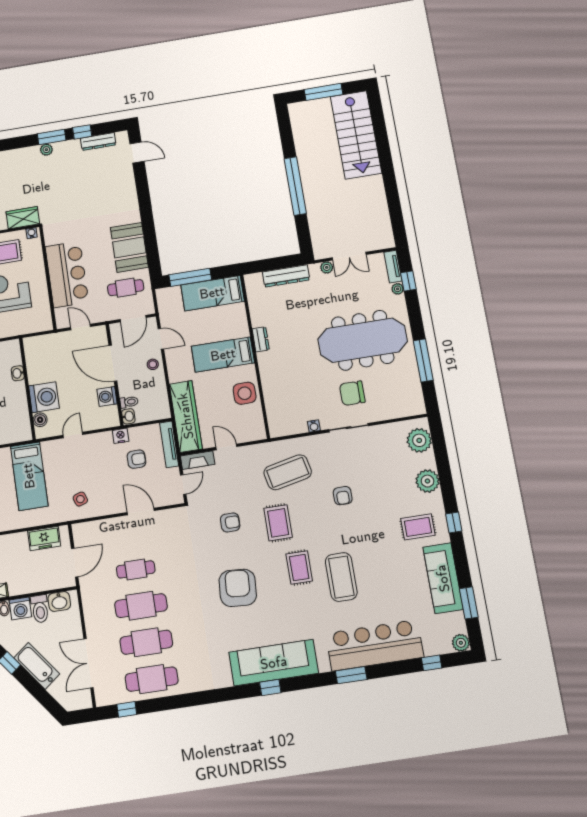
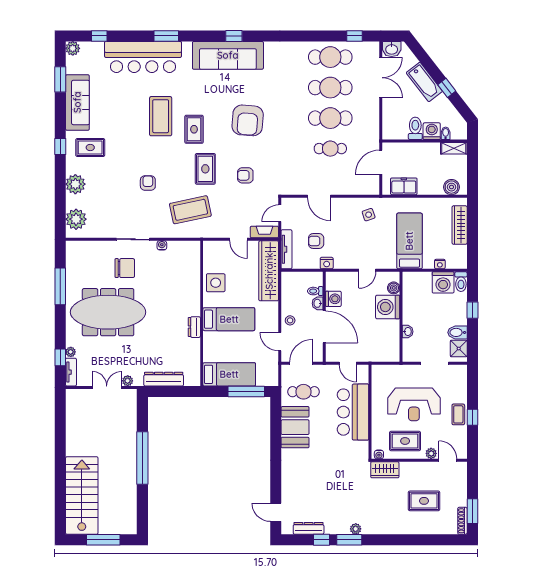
washbasin: (128, 416) -> (318, 303), moved
washbasin: (59, 601) -> (392, 49), moved, turned 180

